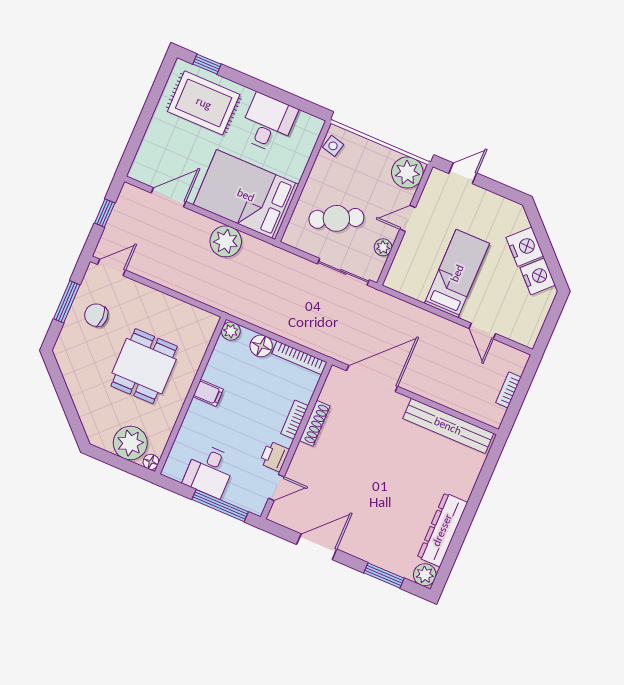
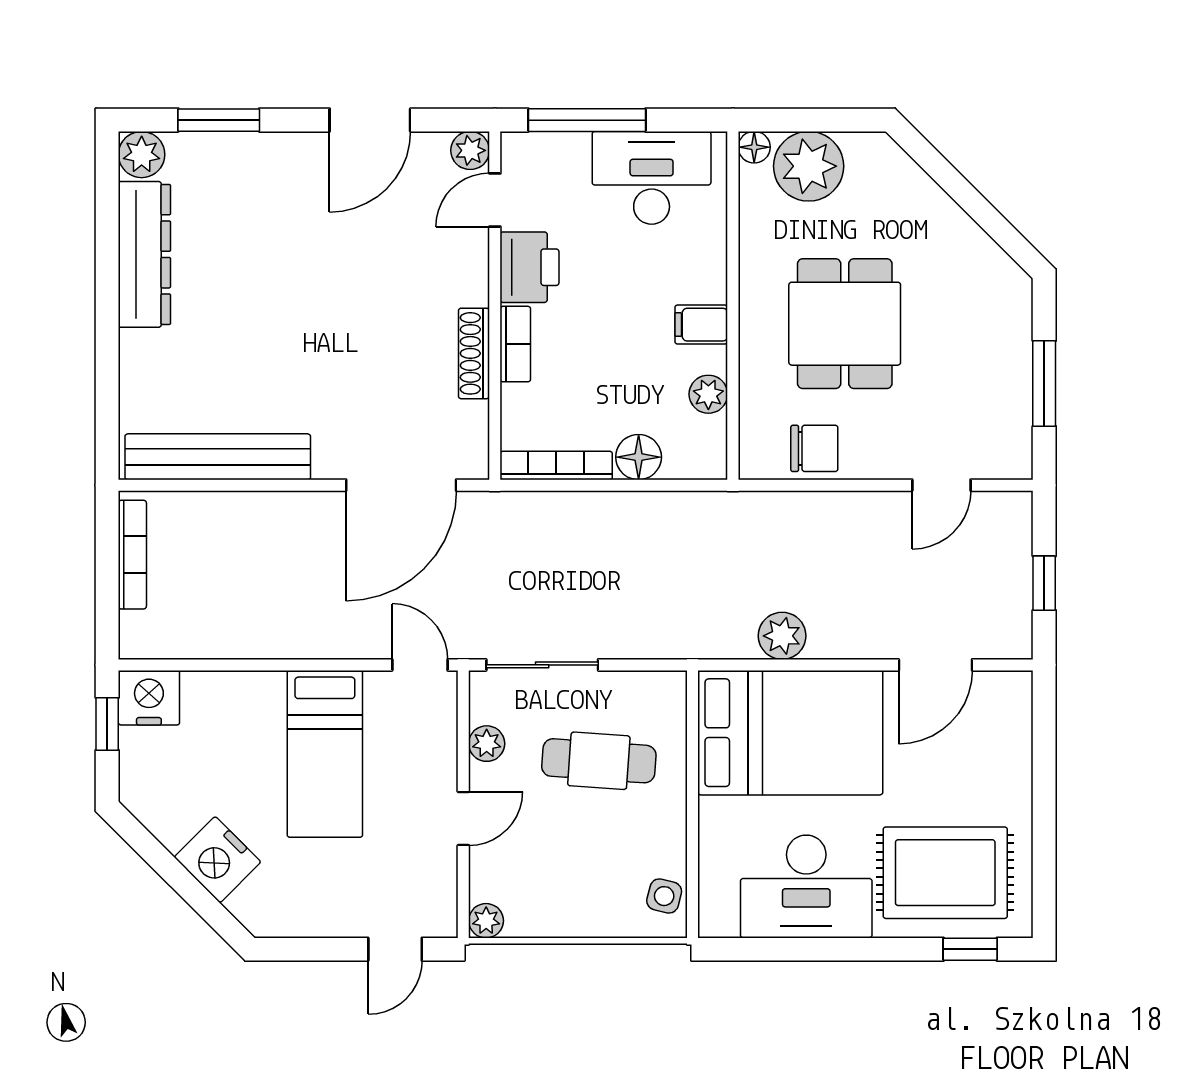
desk: (268, 123) -> (806, 887), width x1.37
plant: (407, 173) -> (486, 921), width x0.53, depth x0.53
cafe table: (336, 218) -> (599, 761), turned 30
plant: (226, 241) -> (782, 636), width x0.73, depth x0.73
door: (111, 267) -> (941, 485), moved
nightstand: (538, 276) -> (149, 698), moved, turned 135
chair: (96, 315) -> (814, 448), moved
window: (548, 328) -> (107, 724), added
plant: (231, 331) -> (708, 394), moved
door: (482, 331) -> (420, 665), moved
bookcase: (509, 390) -> (132, 555), width x1.56
printer: (274, 456) -> (529, 267), width x1.36, depth x1.24
desk: (210, 471) -> (652, 178), width x1.37
plant: (278, 514) -> (470, 150), added

